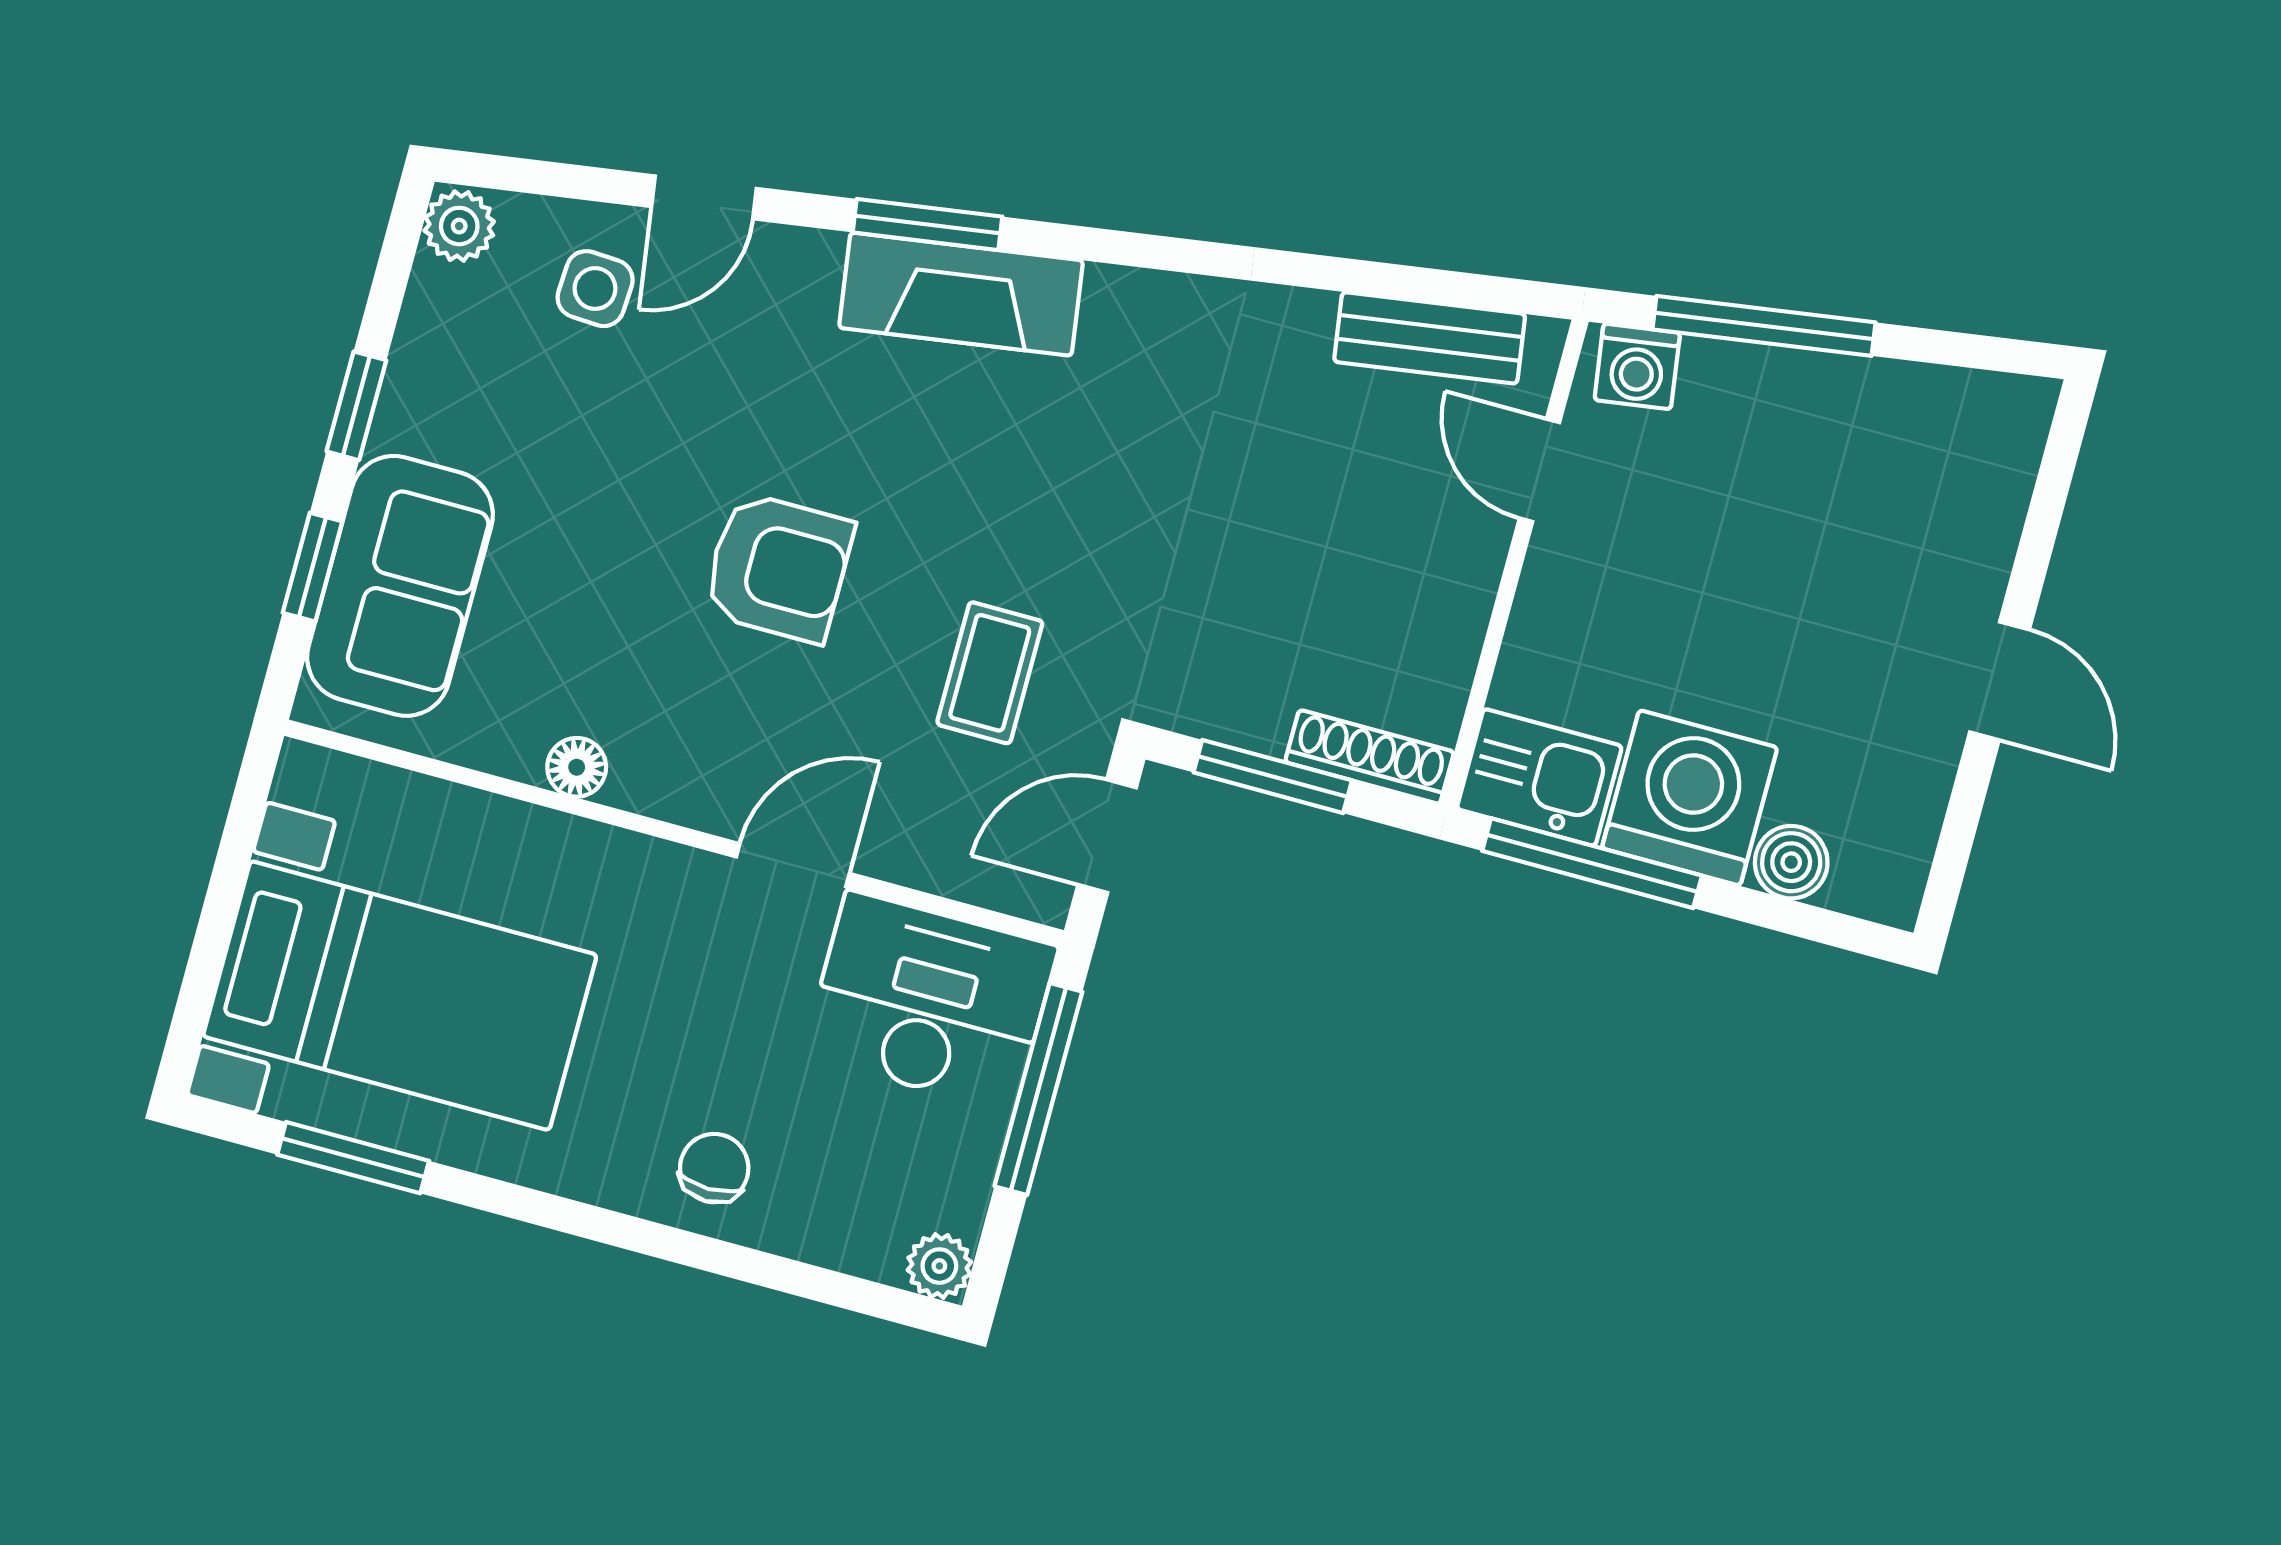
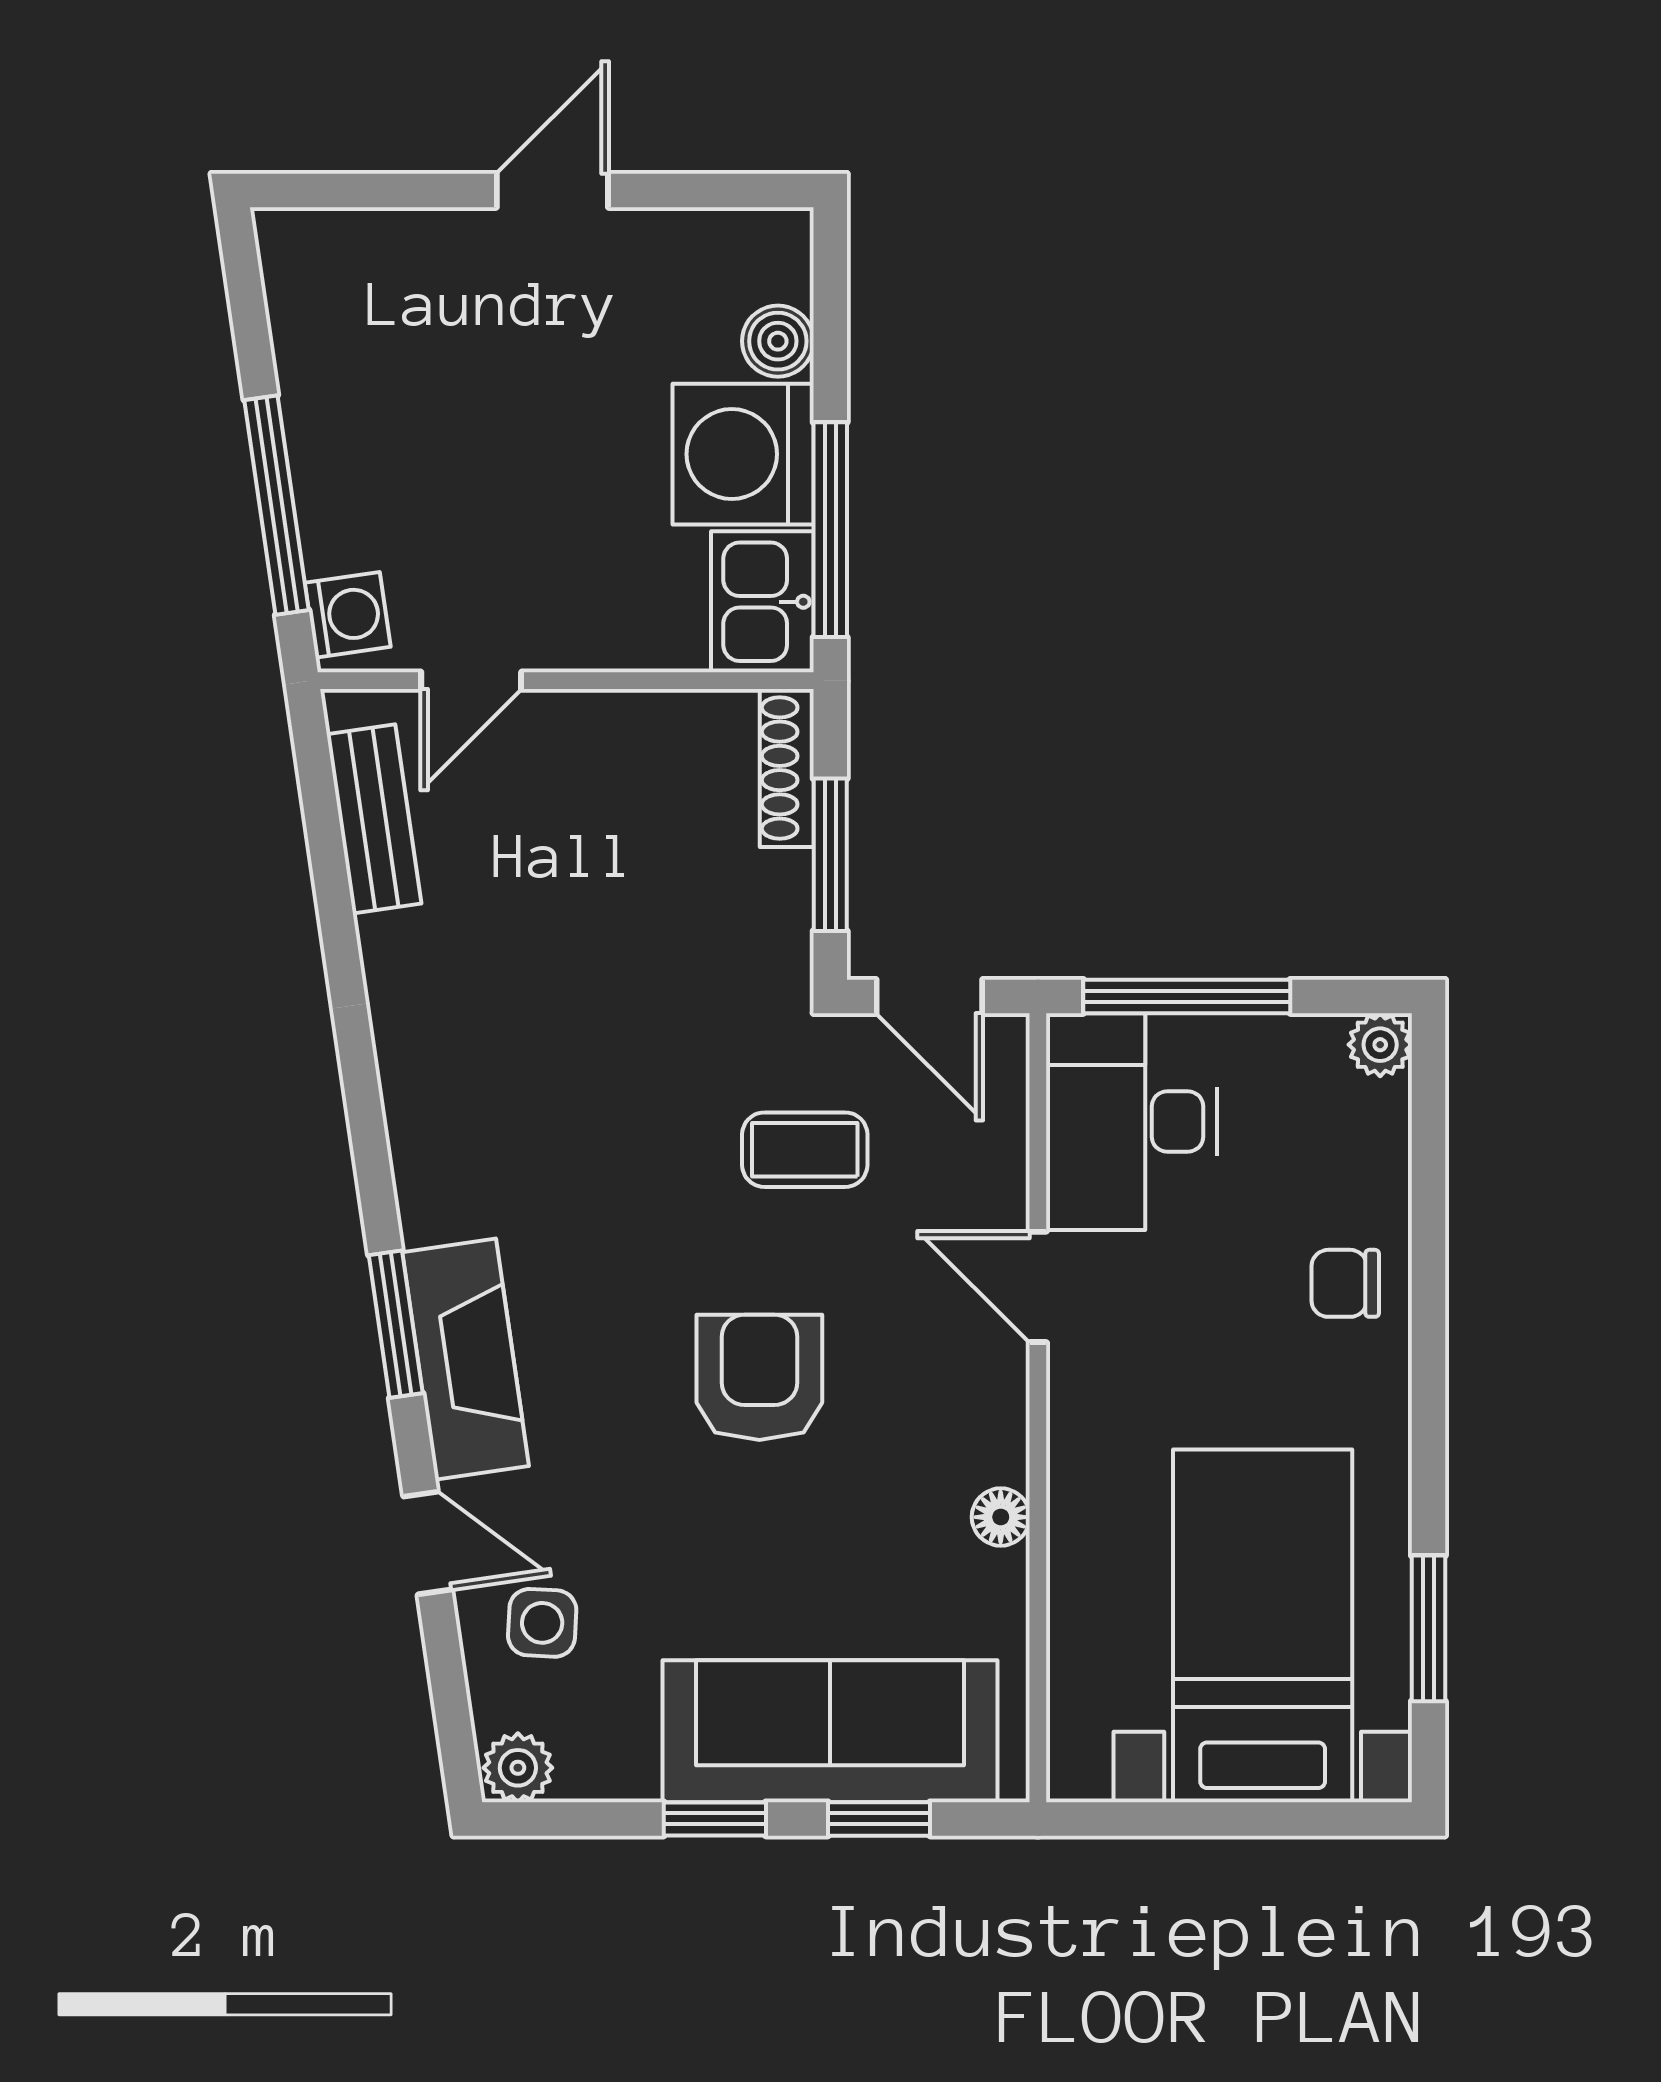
fireplace: (961, 294) -> (465, 1359), moved
sofa: (400, 586) -> (830, 1731), width x1.36

